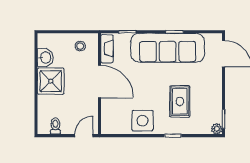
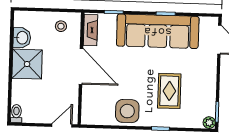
toilet: (55, 126) -> (16, 113), moved

